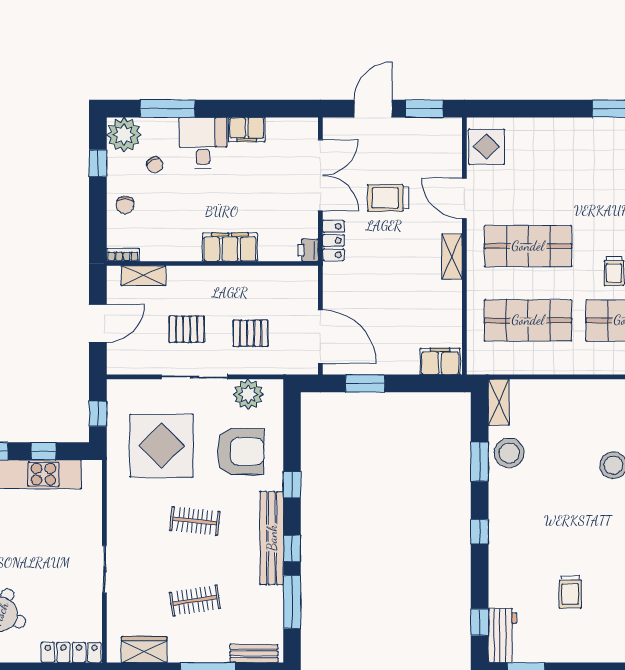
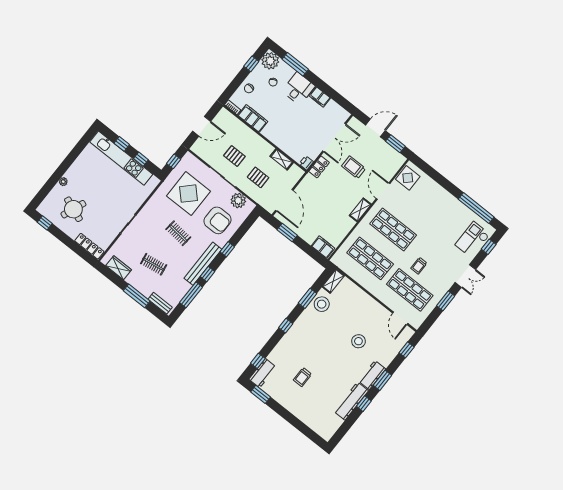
filing cabinet: (230, 247) -> (253, 118), moved
shelving: (143, 276) -> (282, 159), moved

